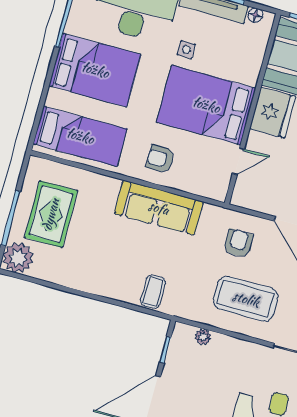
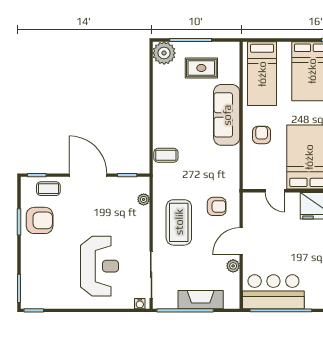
sofa: (159, 208) -> (227, 115), moved
rug: (51, 214) -> (201, 68), width x0.73, depth x0.70

